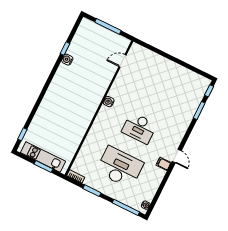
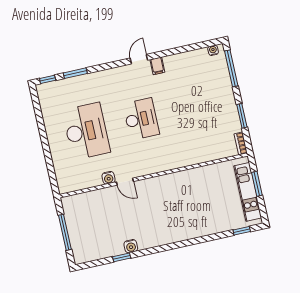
door: (122, 61) -> (125, 182), moved
water cooler: (109, 102) -> (108, 178), moved
desk: (120, 167) -> (86, 131), moved, turned 180

